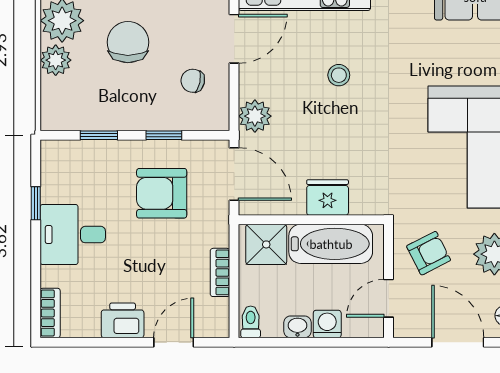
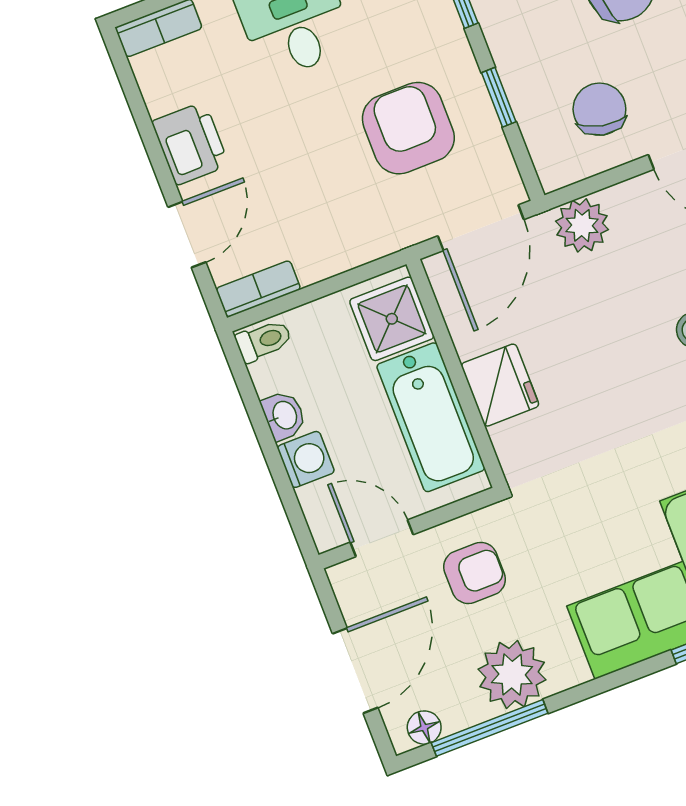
chair: (193, 81) -> (599, 109), width x1.37, depth x1.37
armchair: (429, 253) -> (475, 573), turned -63
bookcase: (220, 272) -> (258, 289), moved
door: (174, 342) -> (187, 235), hinge flipped

